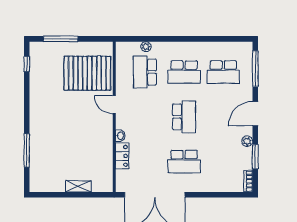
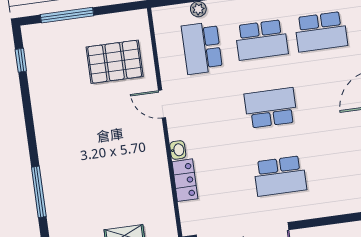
pallet: (87, 73) -> (115, 62), width x0.73, depth x0.71
school desk: (184, 117) -> (271, 108), turned -90

